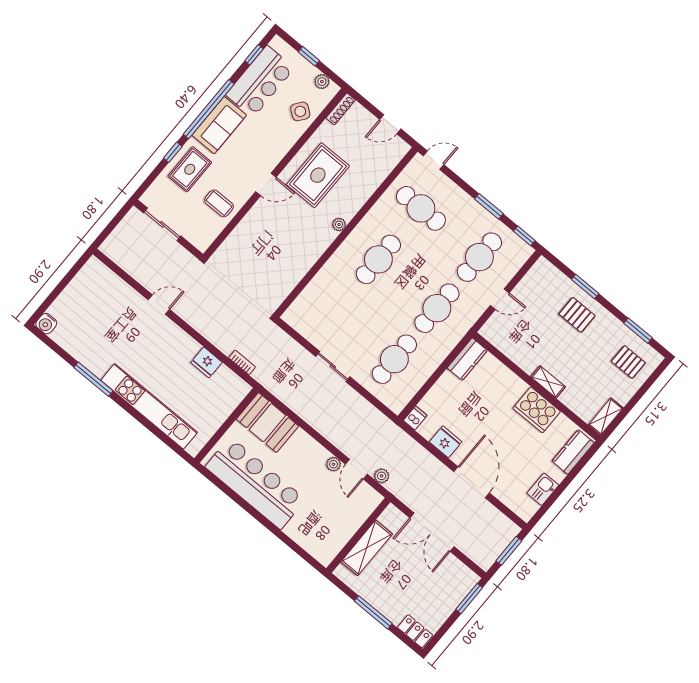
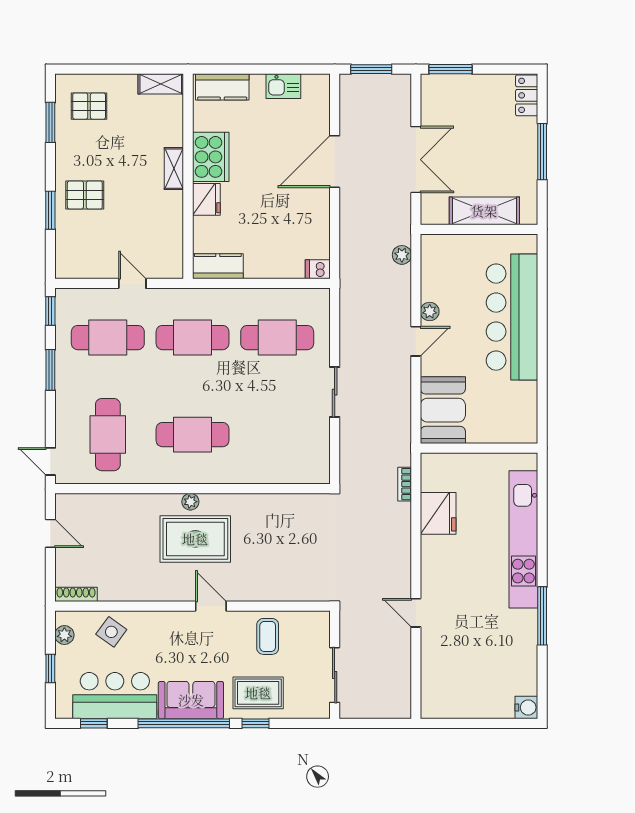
rug: (318, 175) -> (195, 539), moved
pallet: (577, 315) -> (85, 195), turned 90
fridge: (206, 362) -> (438, 513), width x1.36, depth x1.34
pallet: (628, 362) -> (89, 106), turned 90
fridge: (446, 442) -> (206, 199), moved, turned 180
door: (356, 469) -> (416, 341), moved
bar counter: (255, 483) -> (512, 317), moved

